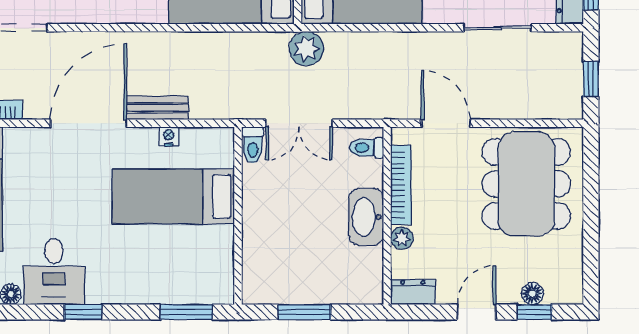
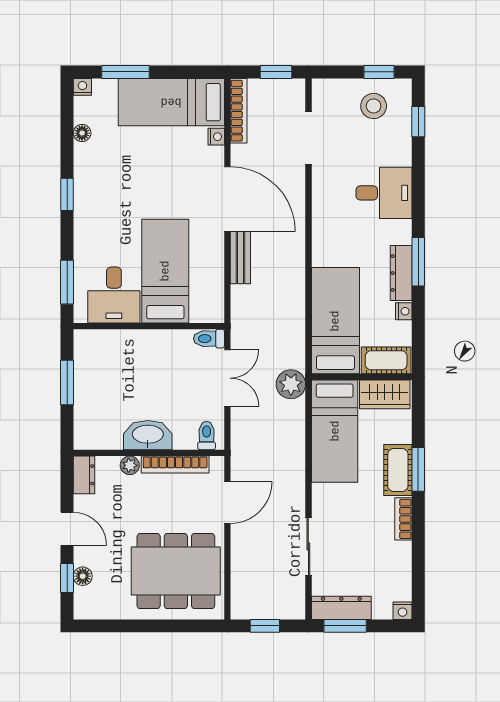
double door: (299, 123) -> (227, 378), swing flipped
nightstand: (169, 136) -> (216, 137), moved
desk: (54, 272) -> (114, 295), moved, turned -90

